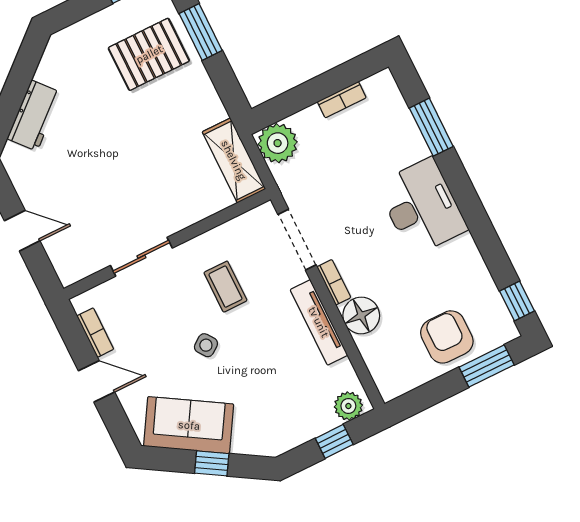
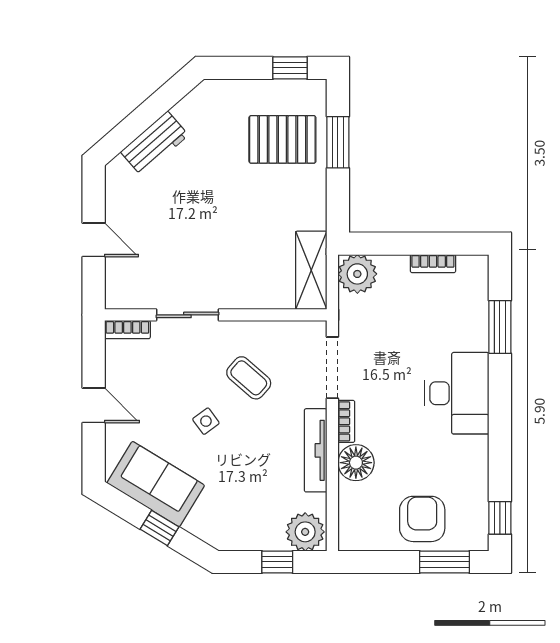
coffee table: (225, 287) -> (249, 378), turned -49
bookcase: (95, 333) -> (127, 330), moved, turned 90
plant: (348, 406) -> (305, 532), width x1.36, depth x1.36

